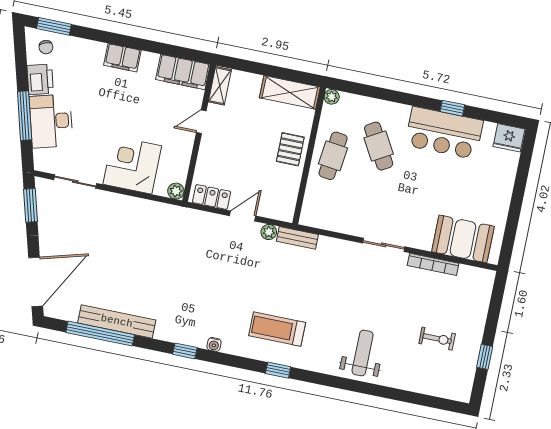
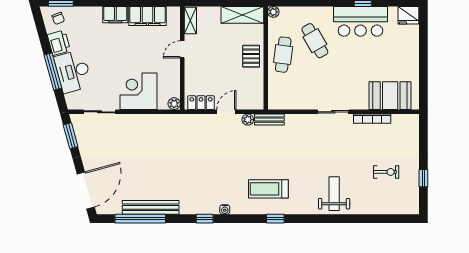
filing cabinet: (183, 72) -> (148, 16), moved

